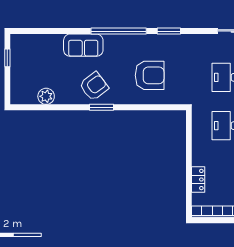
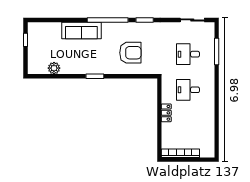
sofa: (83, 45) -> (81, 30), width x1.36
armchair: (94, 86) -> (89, 61), removed
locker: (198, 179) -> (166, 113), moved

